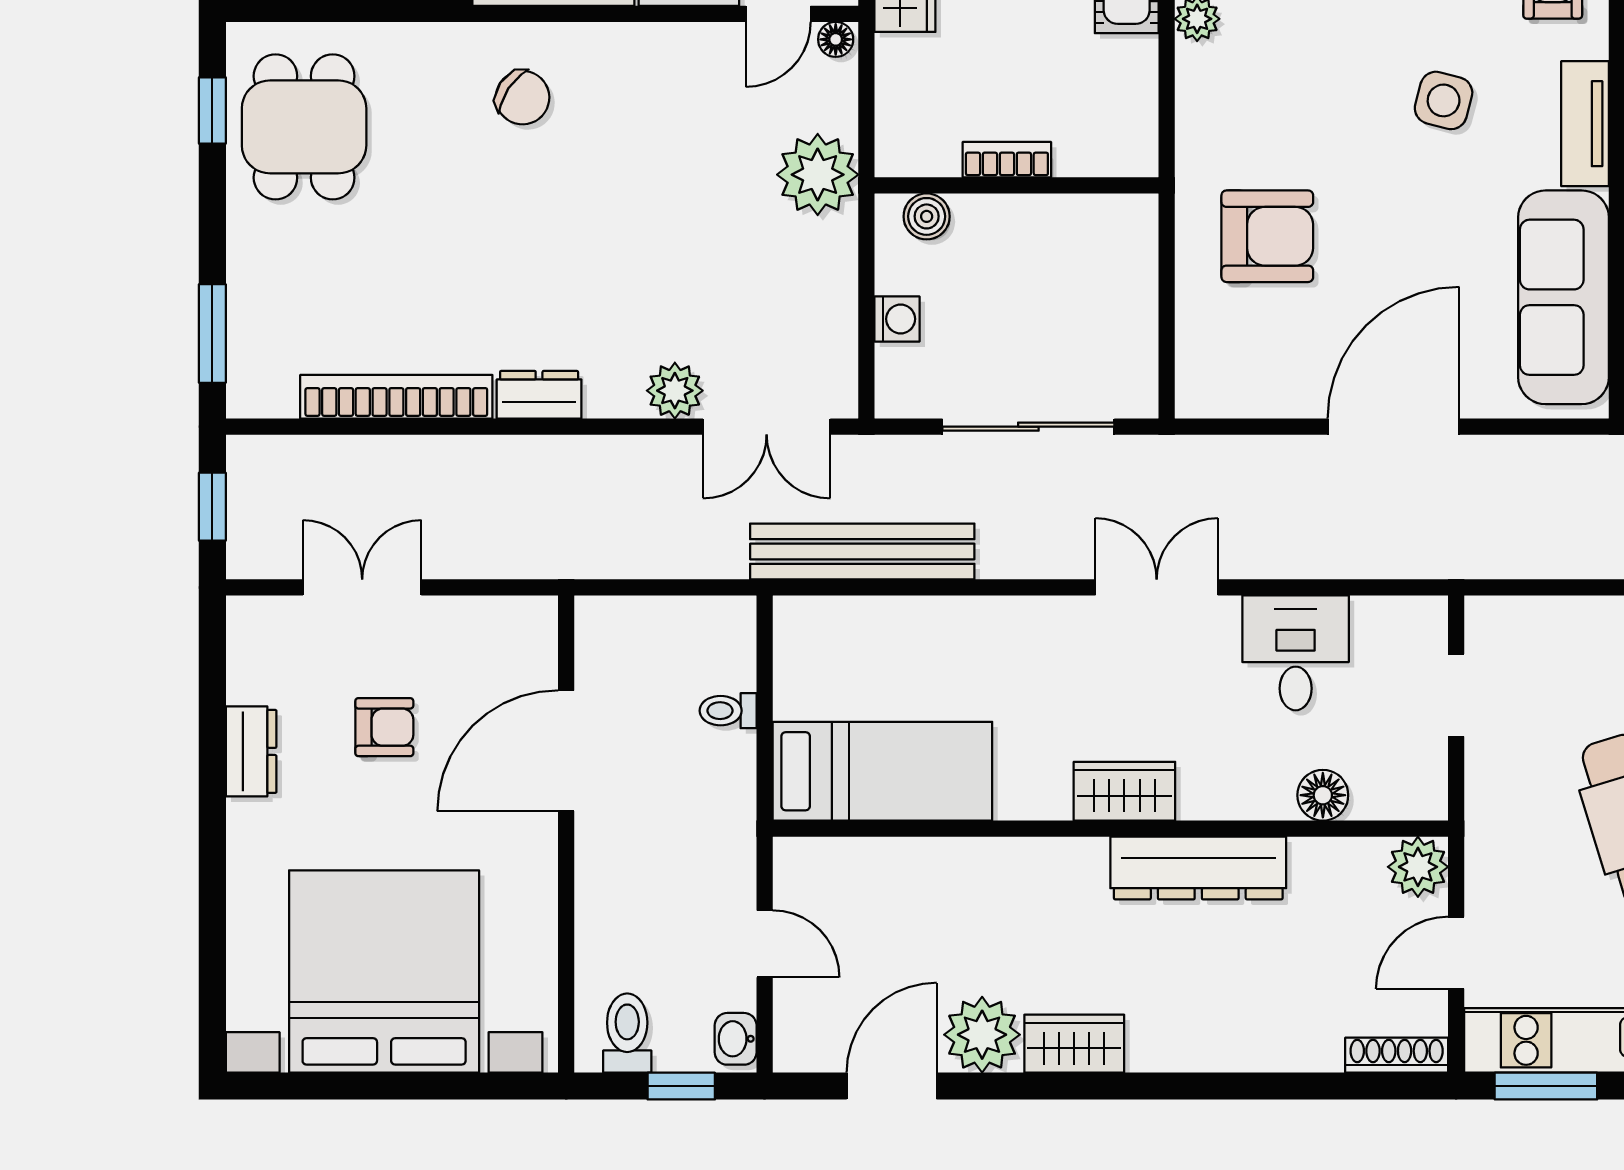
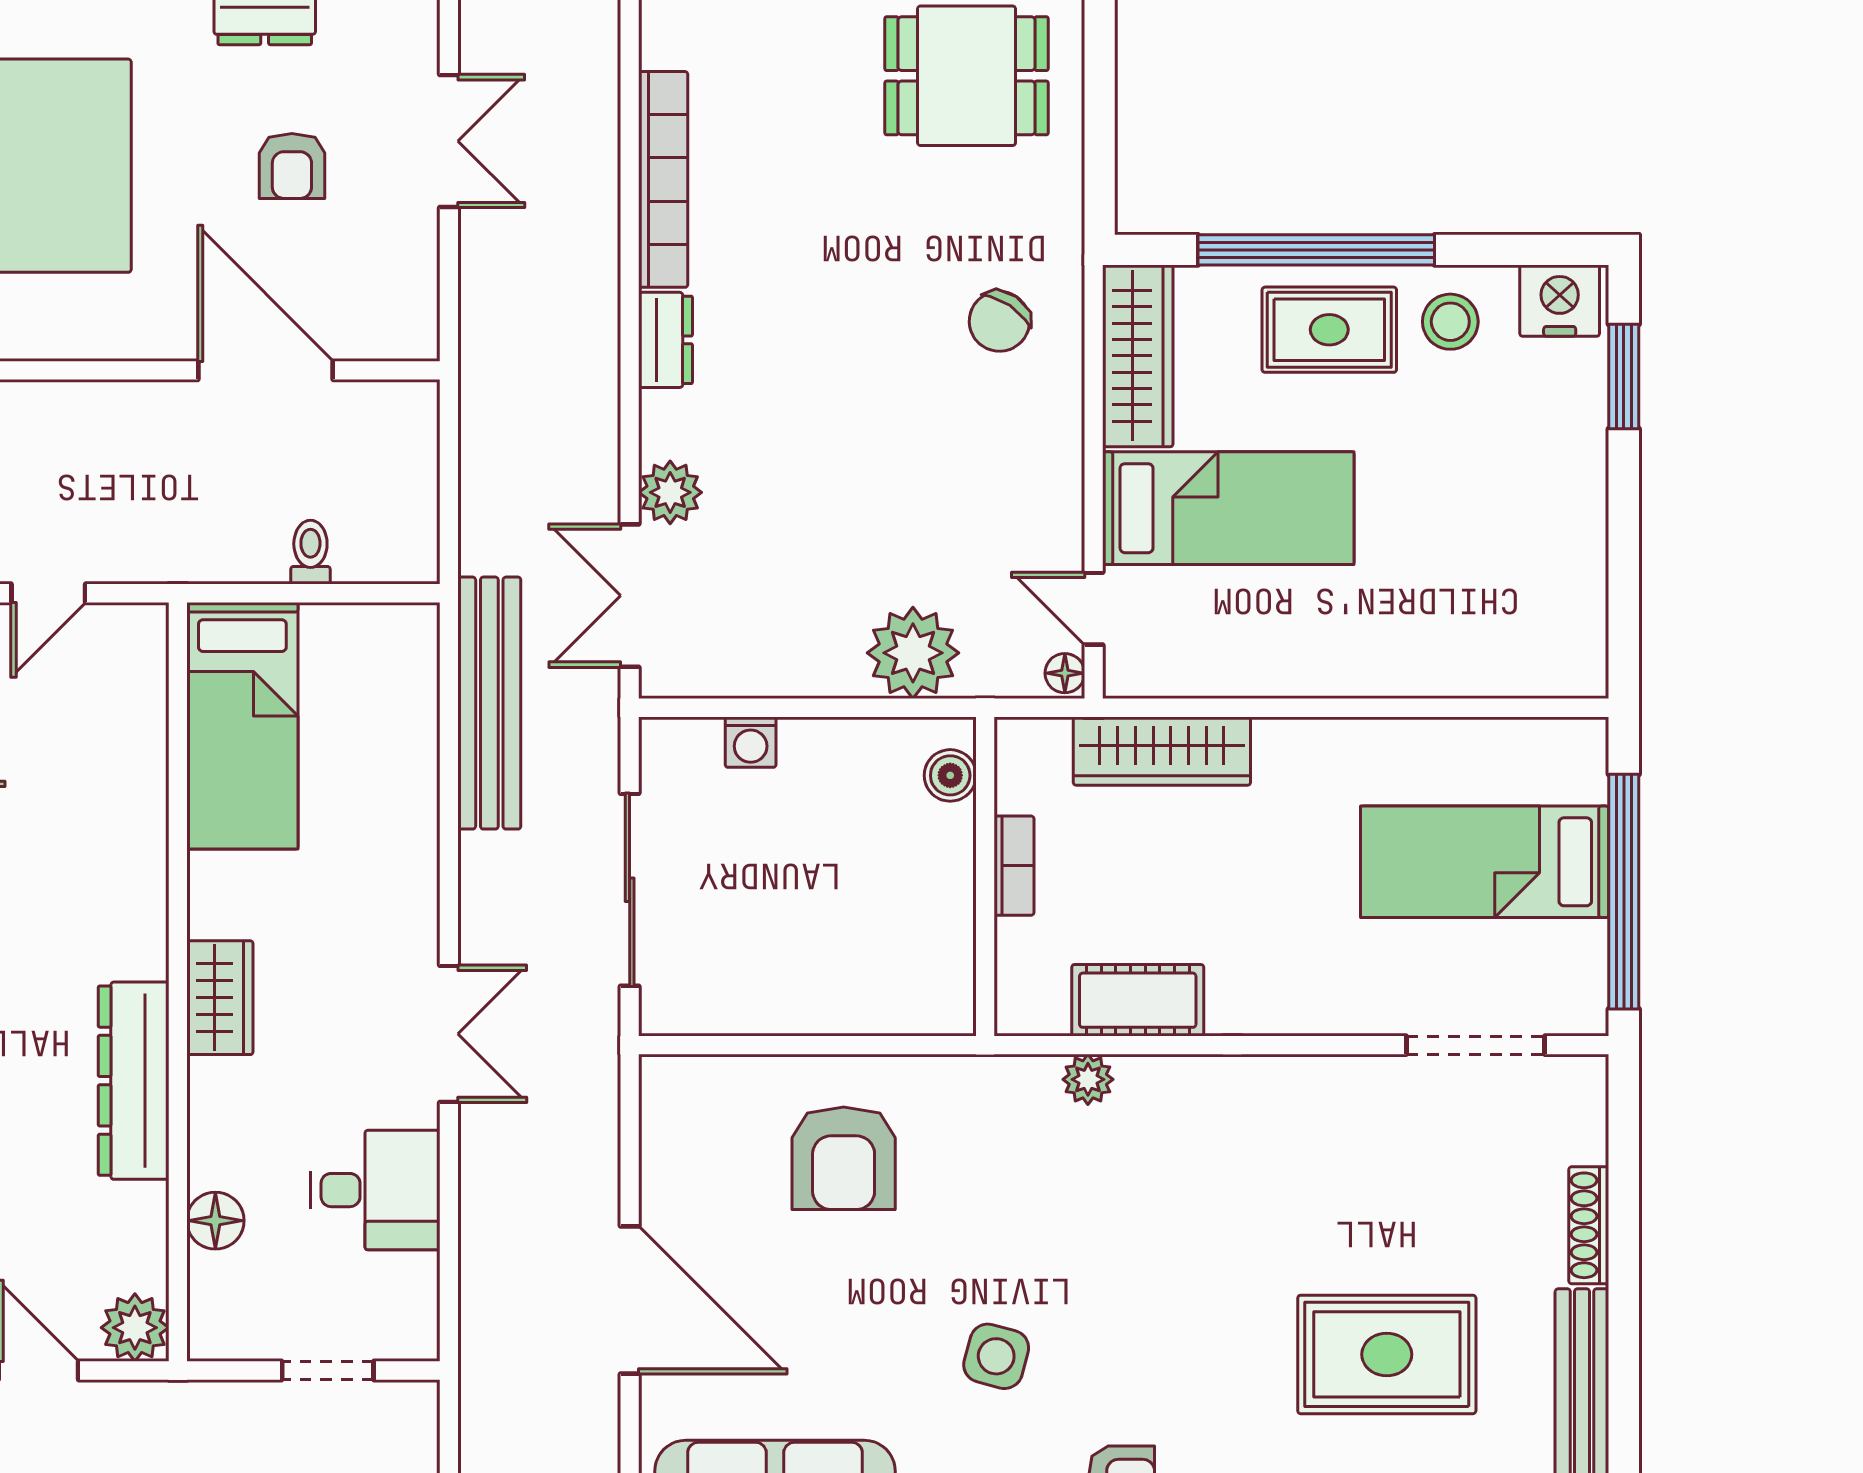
bookcase: (1007, 160) -> (1014, 866), moved
wall: (1017, 185) -> (985, 876), moved
boiler: (927, 216) -> (950, 775), moved

